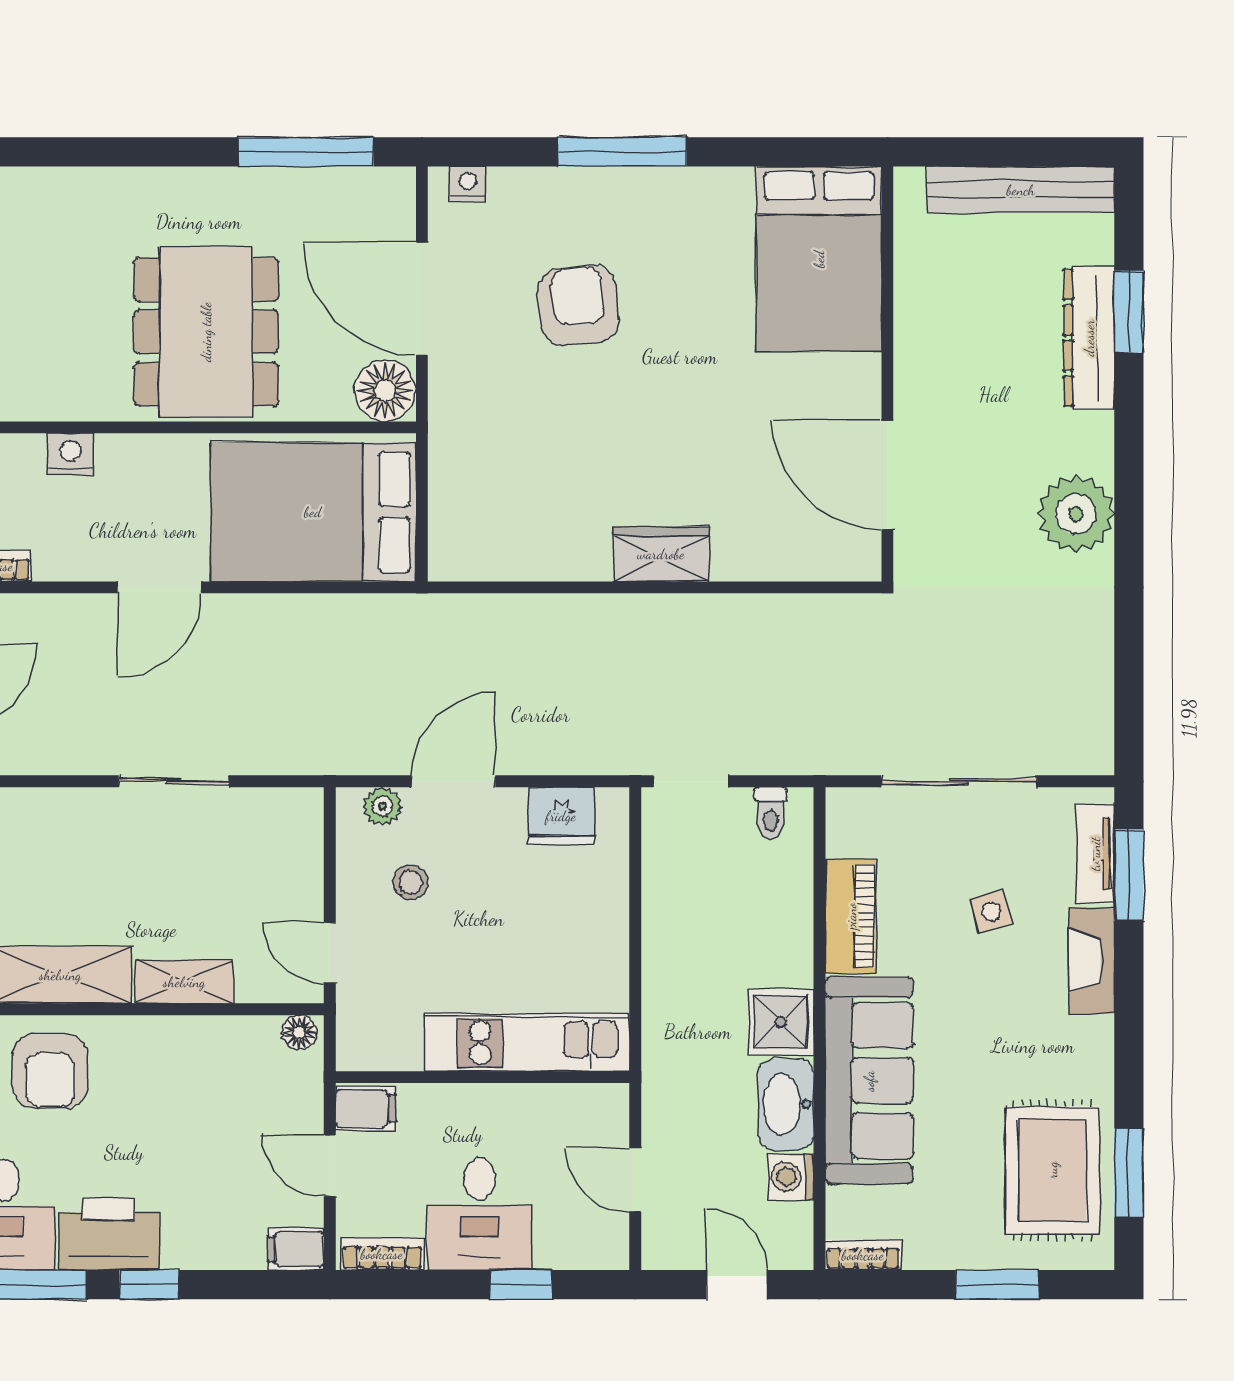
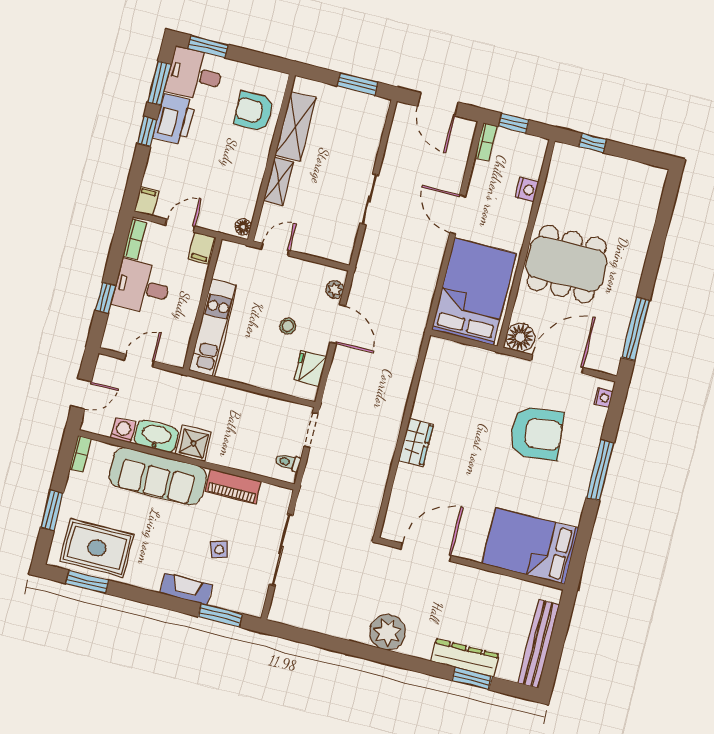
armchair: (579, 305) -> (536, 433), width x1.36, depth x1.36
tv unit: (1095, 854) -> (233, 603), removed
stool: (410, 882) -> (288, 326), moved

